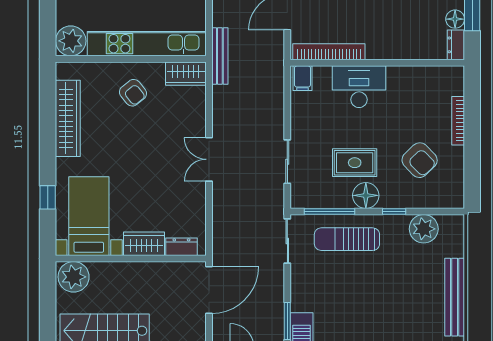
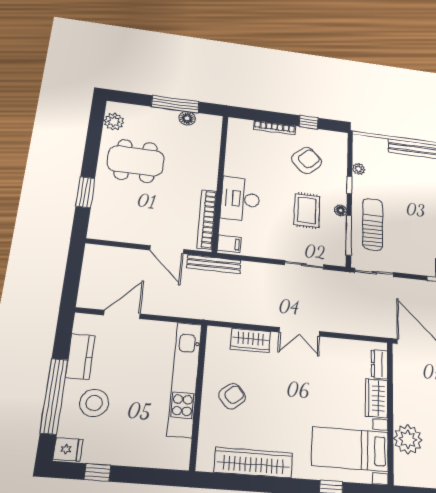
plant: (71, 41) -> (175, 454), removed
dresser: (456, 45) -> (210, 121), removed
bench: (220, 56) -> (214, 264), moved
wardrobe: (186, 74) -> (251, 340), moved, turned 90
window: (472, 161) -> (309, 122), added
floor lamp: (366, 195) -> (341, 210), width x0.53, depth x0.53
plant: (424, 229) -> (359, 169), width x0.53, depth x0.53
sun lounger: (347, 239) -> (373, 224), turned 180
plant: (74, 277) -> (408, 439), moved

